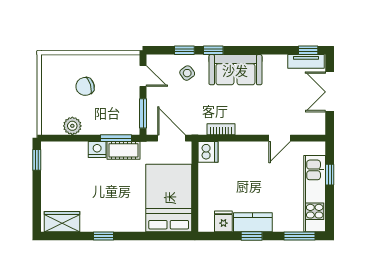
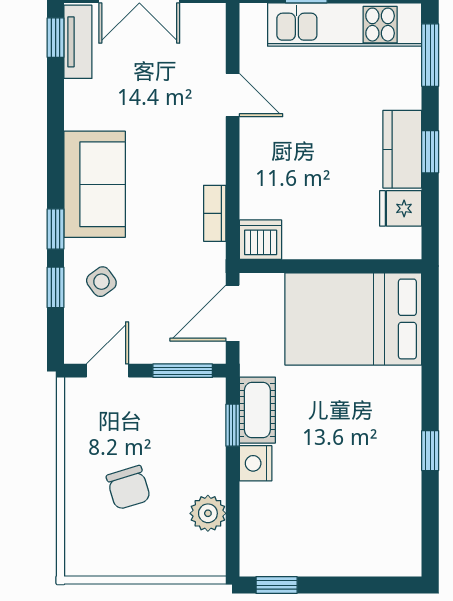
window: (116, 138) -> (233, 425), width x0.67
wardrobe: (62, 222) -> (401, 534), removed

